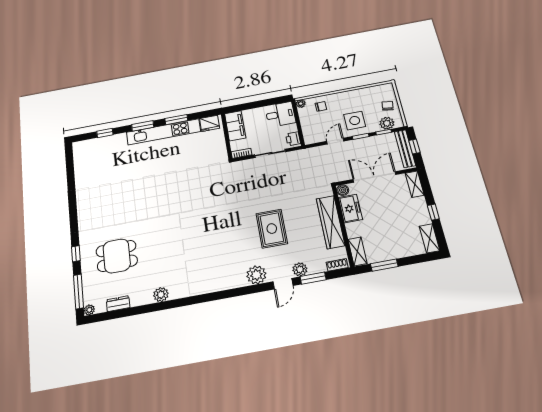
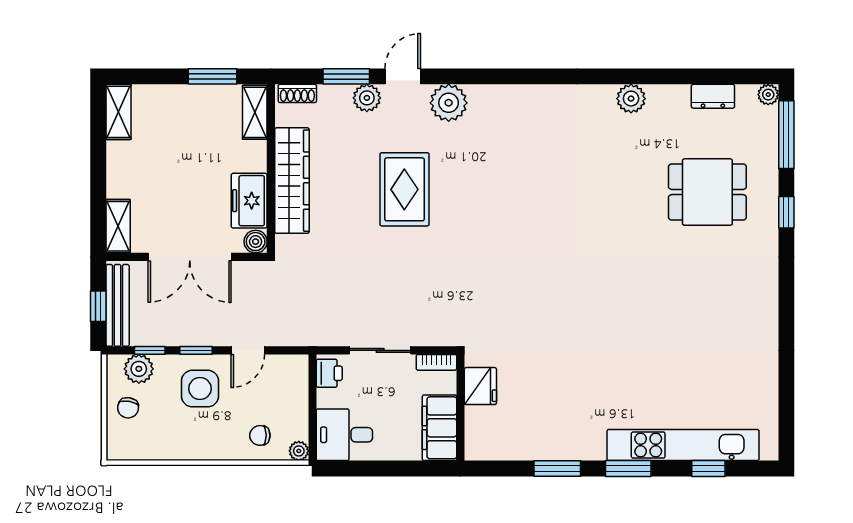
fridge: (210, 123) -> (480, 386), moved, turned 90
kitchen unit: (163, 132) -> (683, 445), moved
window: (433, 212) -> (98, 162), removed

